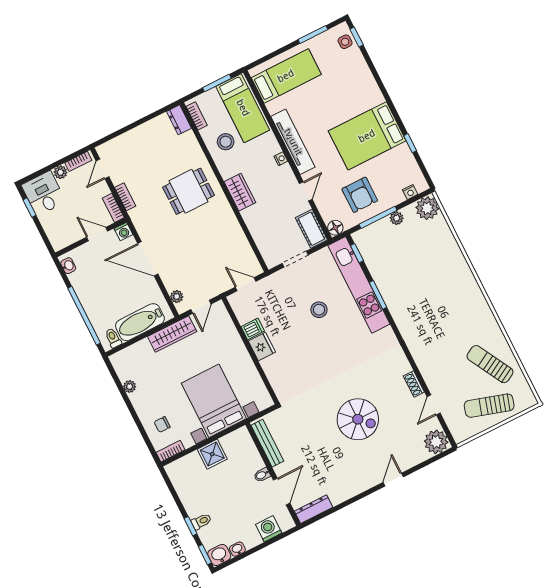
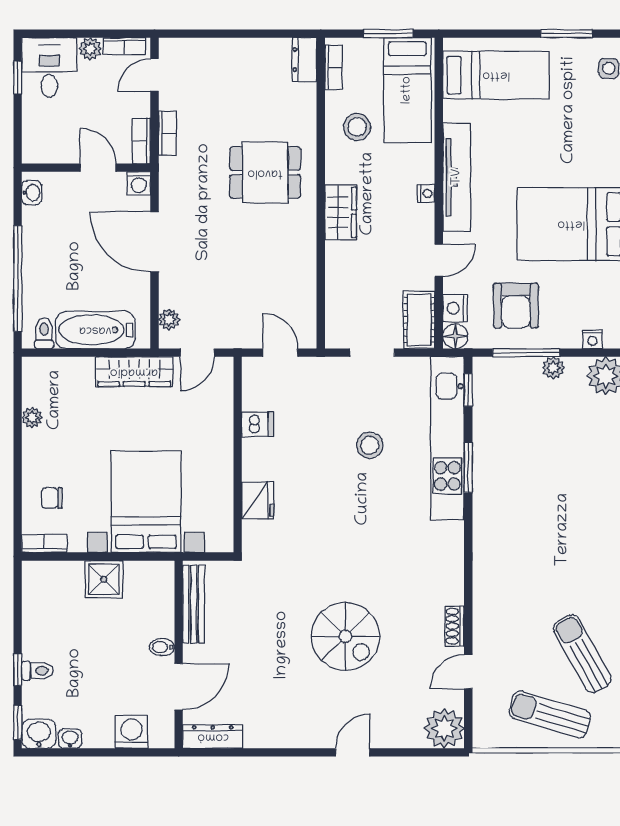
nightstand: (328, 213) -> (455, 308), added
fridge: (262, 347) -> (258, 500), moved

